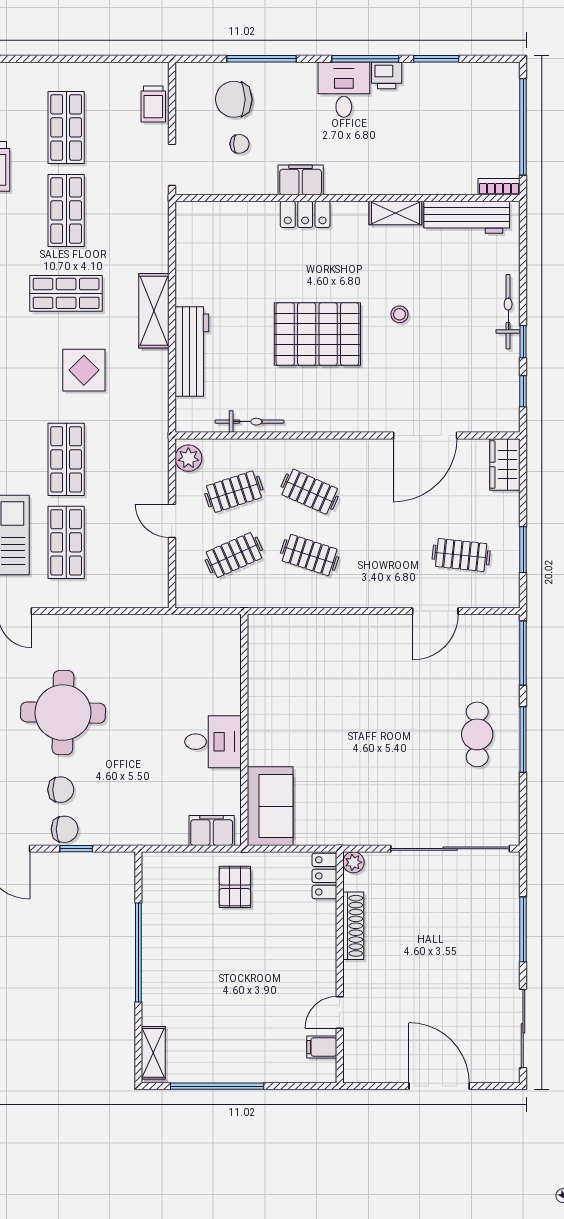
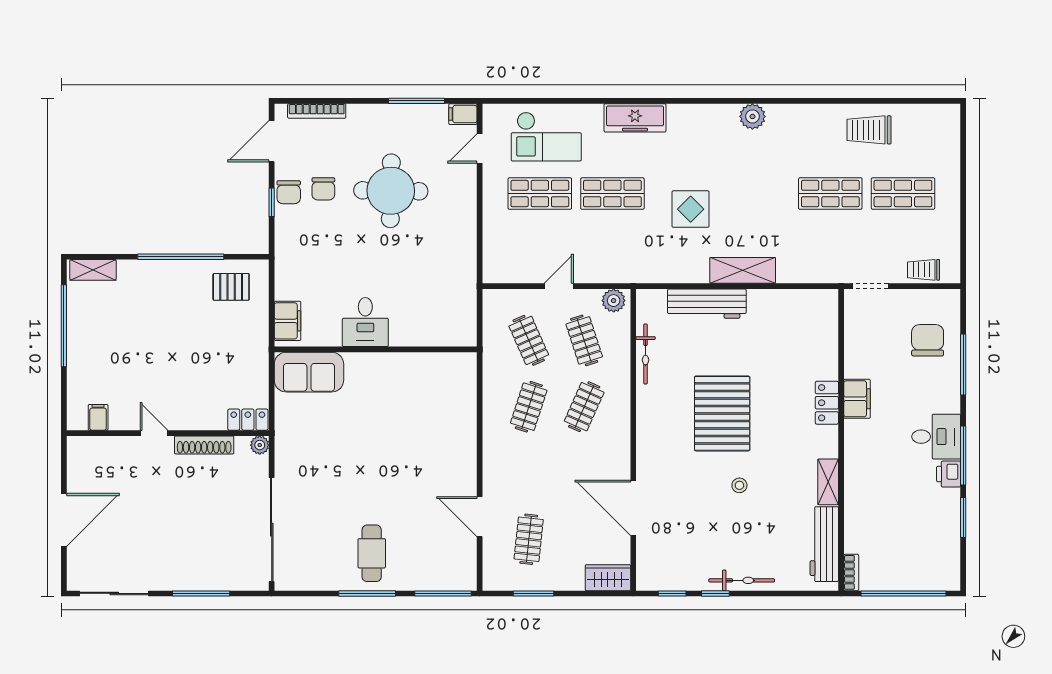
chair: (239, 144) -> (889, 345), removed
shop shelf: (66, 293) -> (758, 194), removed
cafe table: (477, 734) -> (372, 553), turned 90
pallet: (235, 887) -> (231, 287), moved
door: (340, 1012) -> (154, 433), moved

